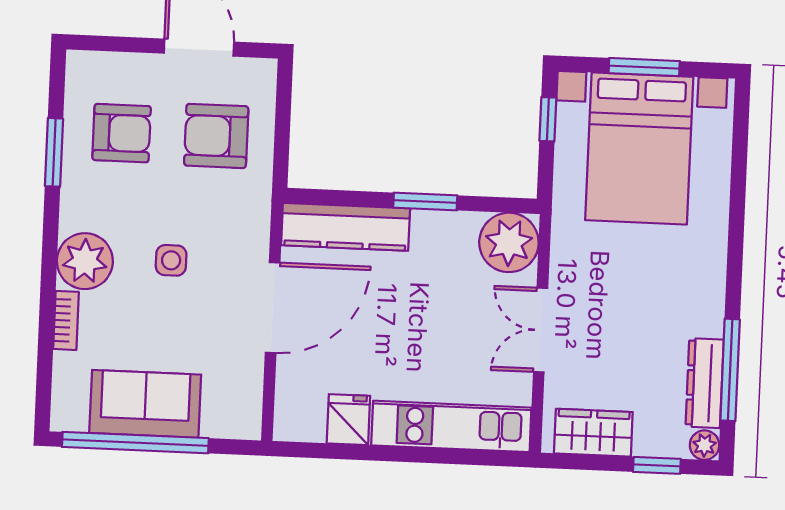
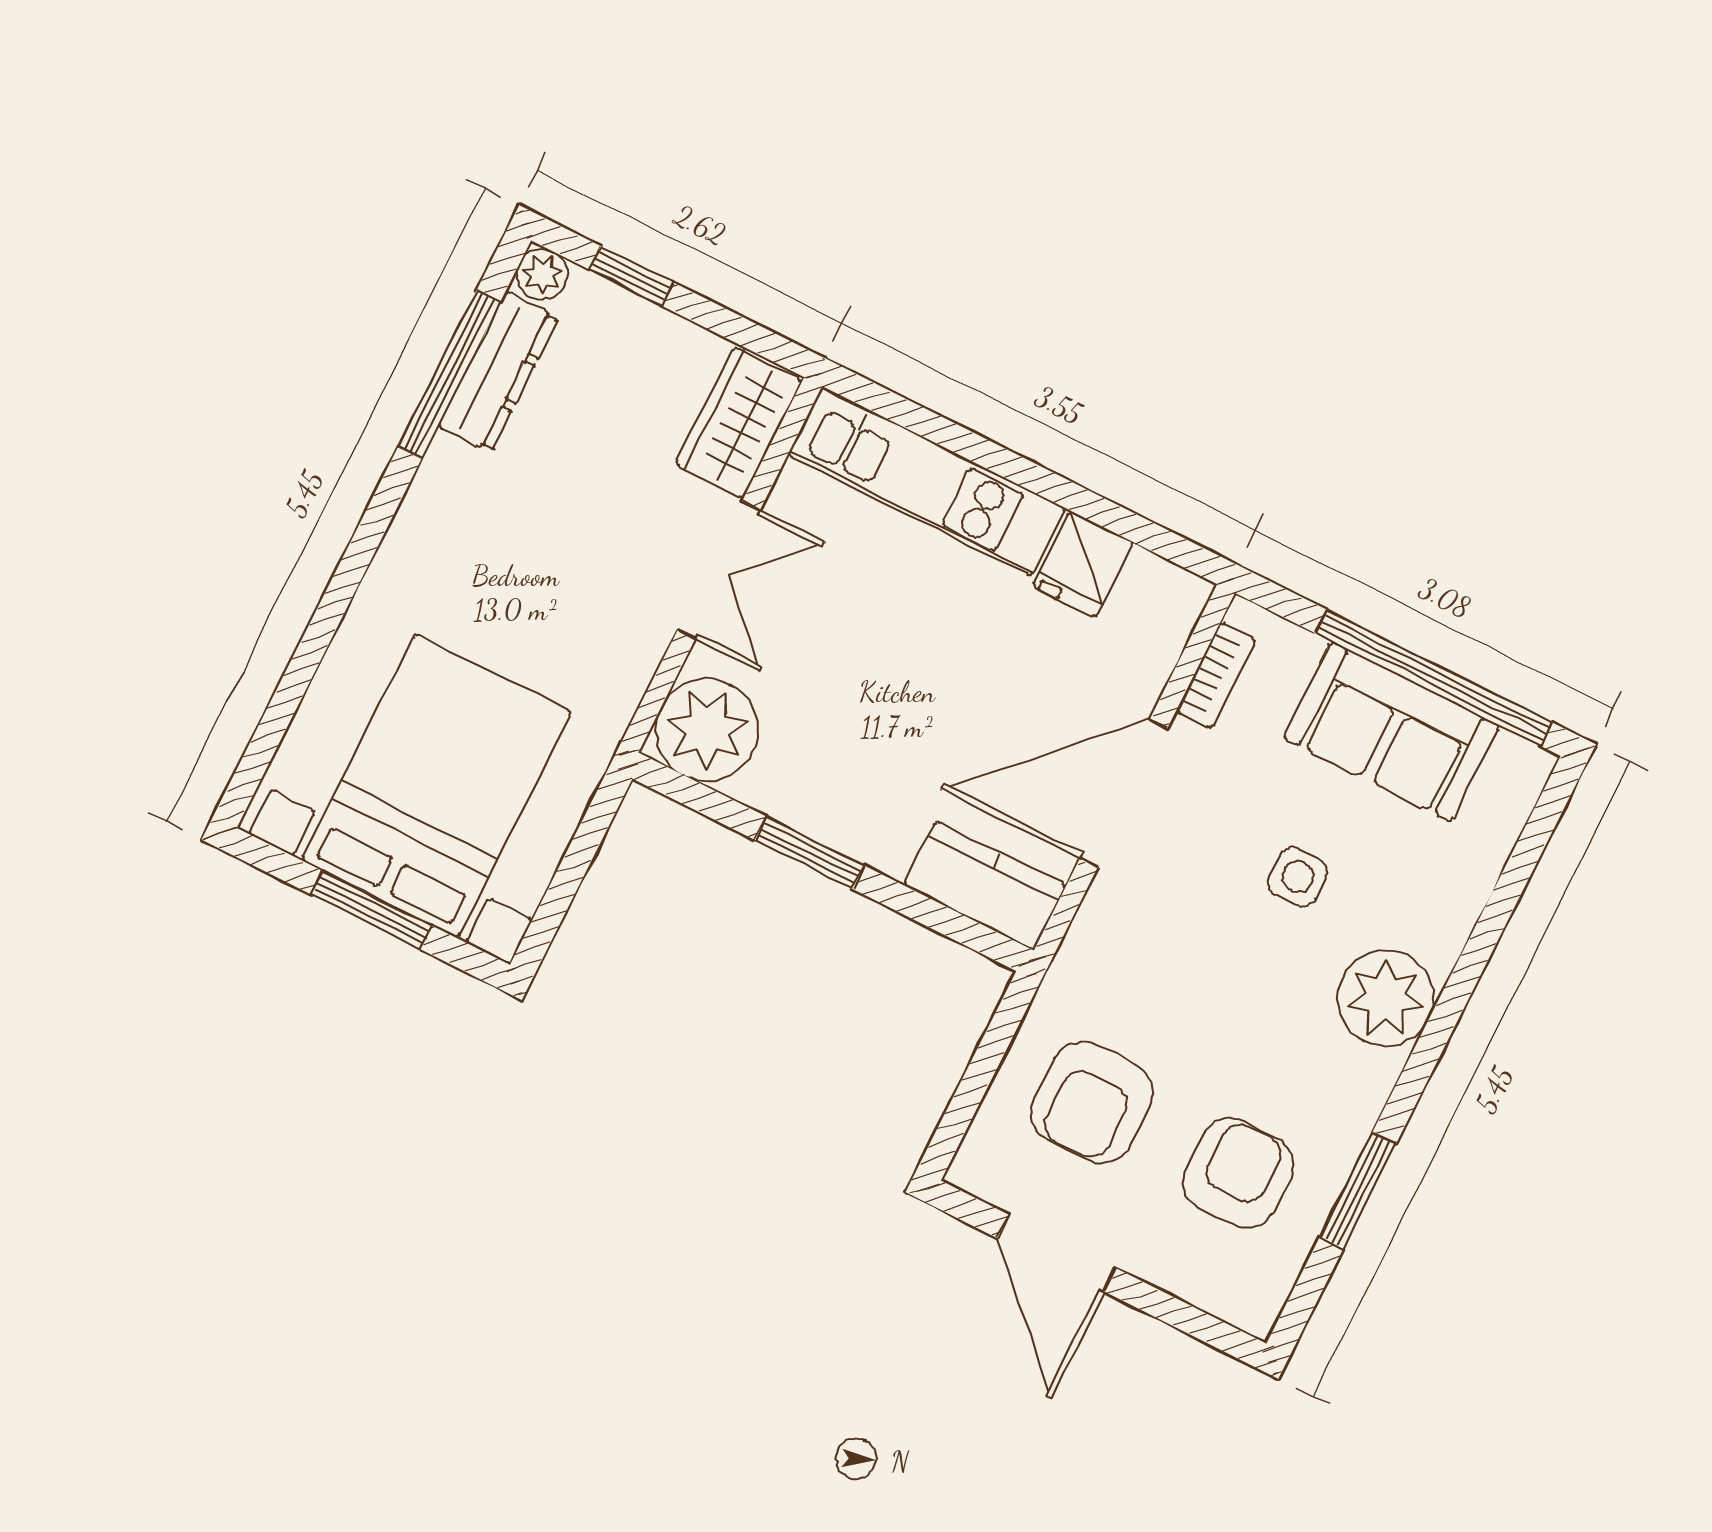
window: (548, 119) -> (559, 896), removed
armchair: (122, 133) -> (1238, 1173), turned 90
armchair: (216, 136) -> (1092, 1103), turned 90
kitchen counter: (346, 227) -> (985, 885), width x0.67
side table: (171, 260) -> (1298, 877), moved
bookcase: (66, 320) -> (1216, 675), moved, turned 180
wardrobe: (593, 433) -> (739, 423), moved, turned 90

